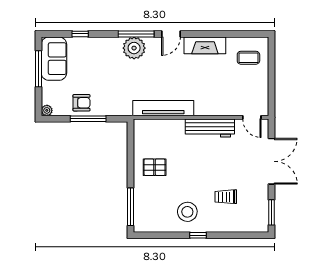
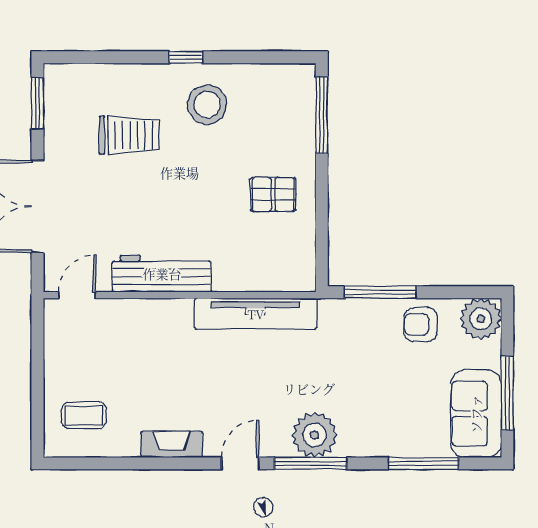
window: (80, 34) -> (423, 463), width x2.17
fireplace: (205, 45) -> (172, 444), width x0.73, depth x0.76
plant: (47, 110) -> (481, 319), width x1.87, depth x1.87
door: (252, 117) -> (77, 295), hinge flipped
window: (88, 119) -> (380, 292), moved
trolley: (226, 197) -> (130, 135), width x1.36, depth x1.39

